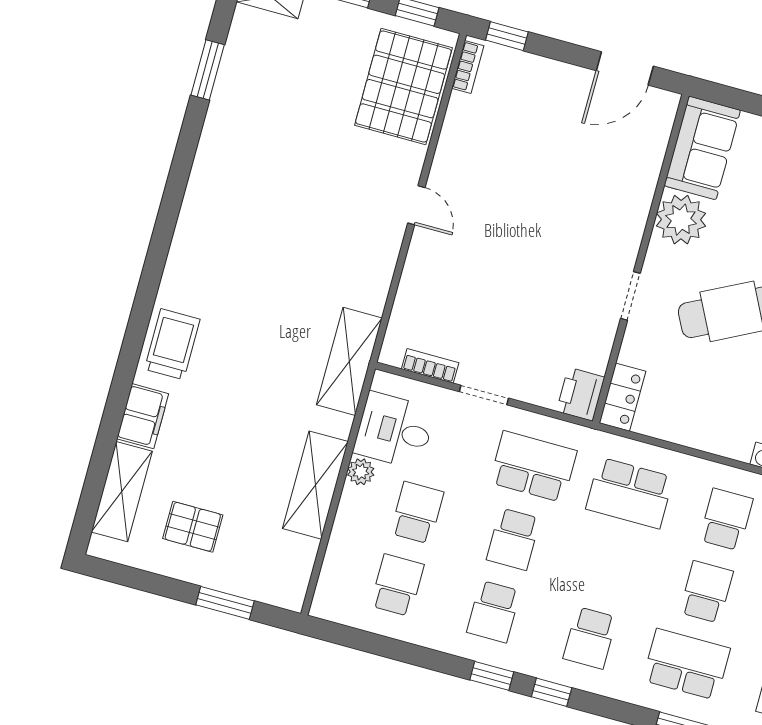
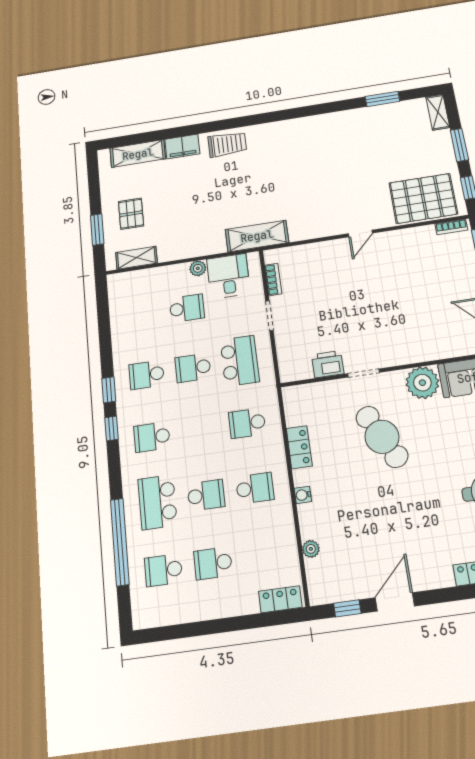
printer: (581, 394) -> (328, 364), moved
locker: (622, 397) -> (299, 447), moved, turned -90
shelving: (315, 485) -> (136, 258), moved, width x0.67, depth x0.75
school desk: (630, 493) -> (247, 423), width x0.54
pallet: (193, 527) -> (131, 214), moved
school desk: (397, 585) -> (141, 315), removed
school desk: (686, 664) -> (158, 502), turned 180

